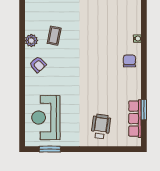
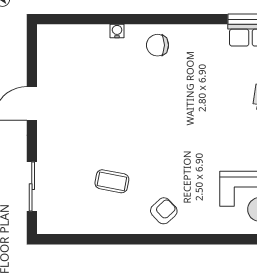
plant: (31, 41) -> (121, 223), removed

